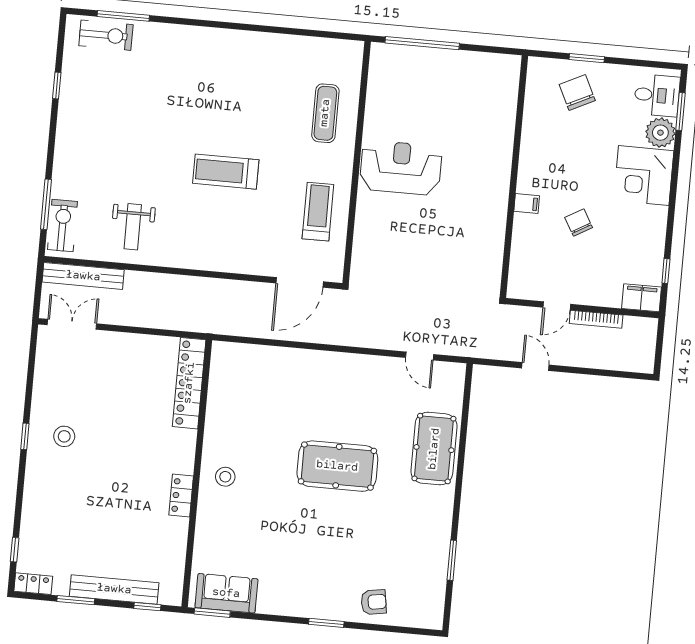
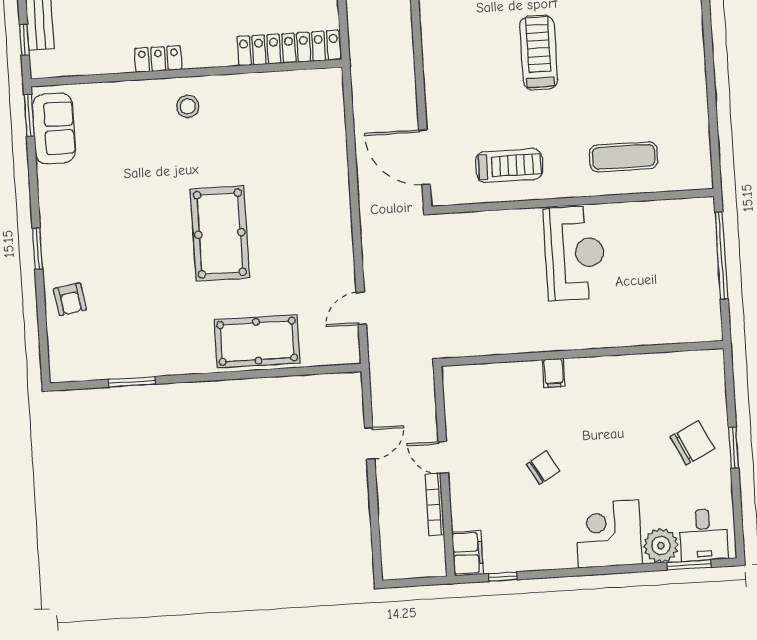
wall: (514, 177) -> (582, 353), moved
filing cabinet: (527, 204) -> (554, 373), moved

